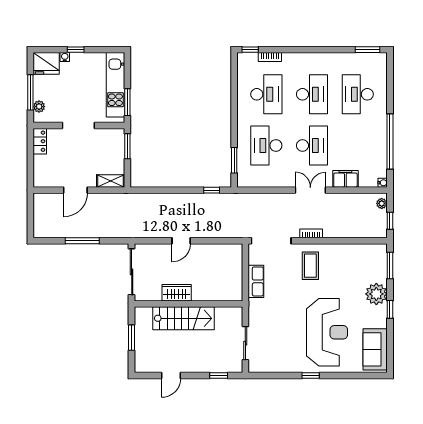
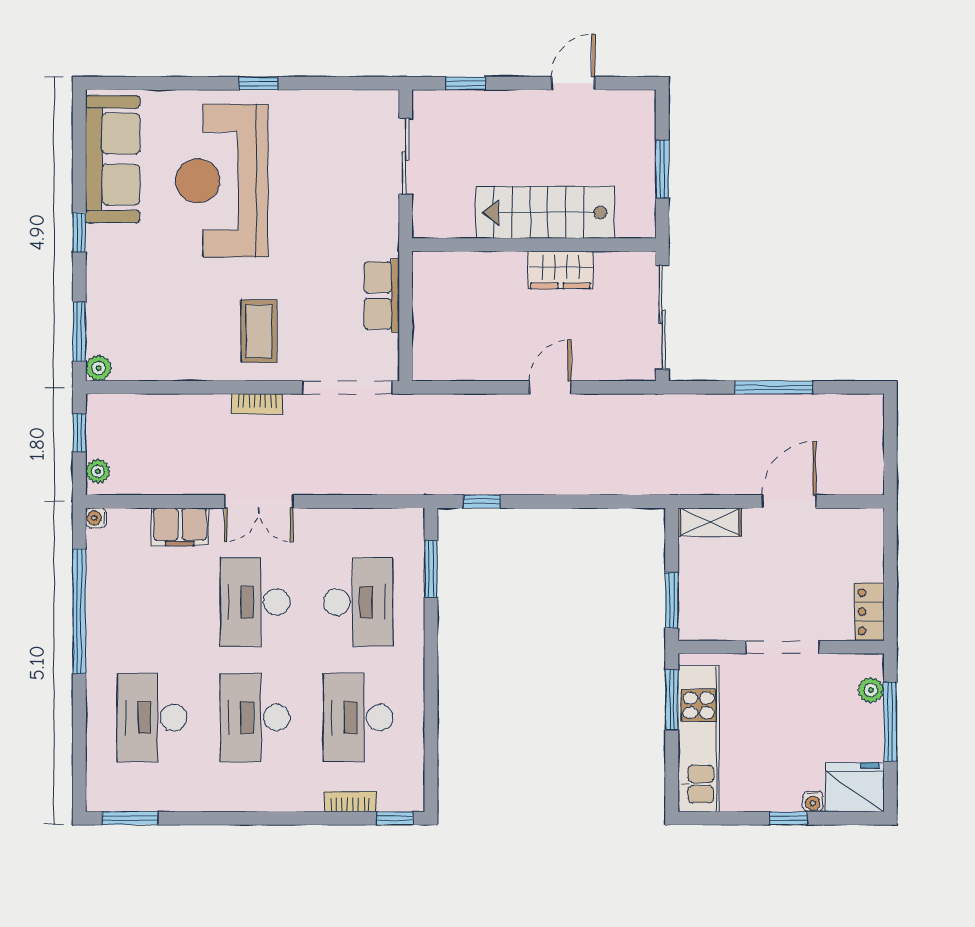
desk: (358, 94) -> (152, 718), turned 180
plant: (376, 294) -> (99, 368), moved, width x0.53, depth x0.53
sofa: (375, 349) -> (113, 159), width x1.36

